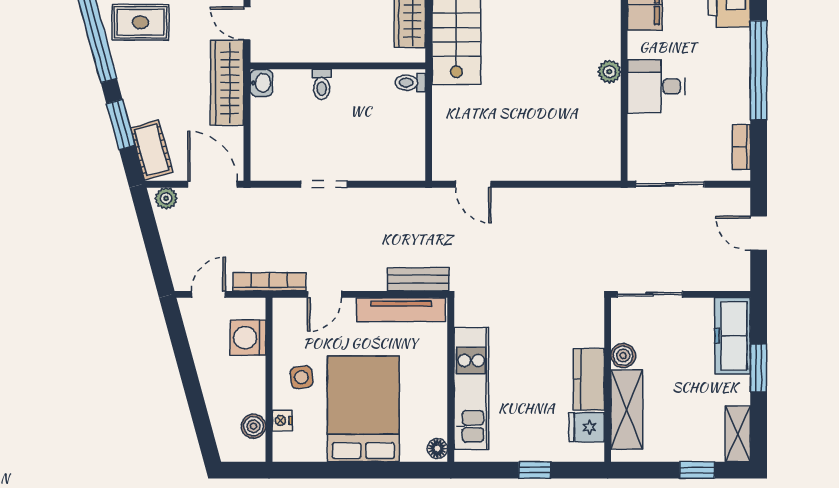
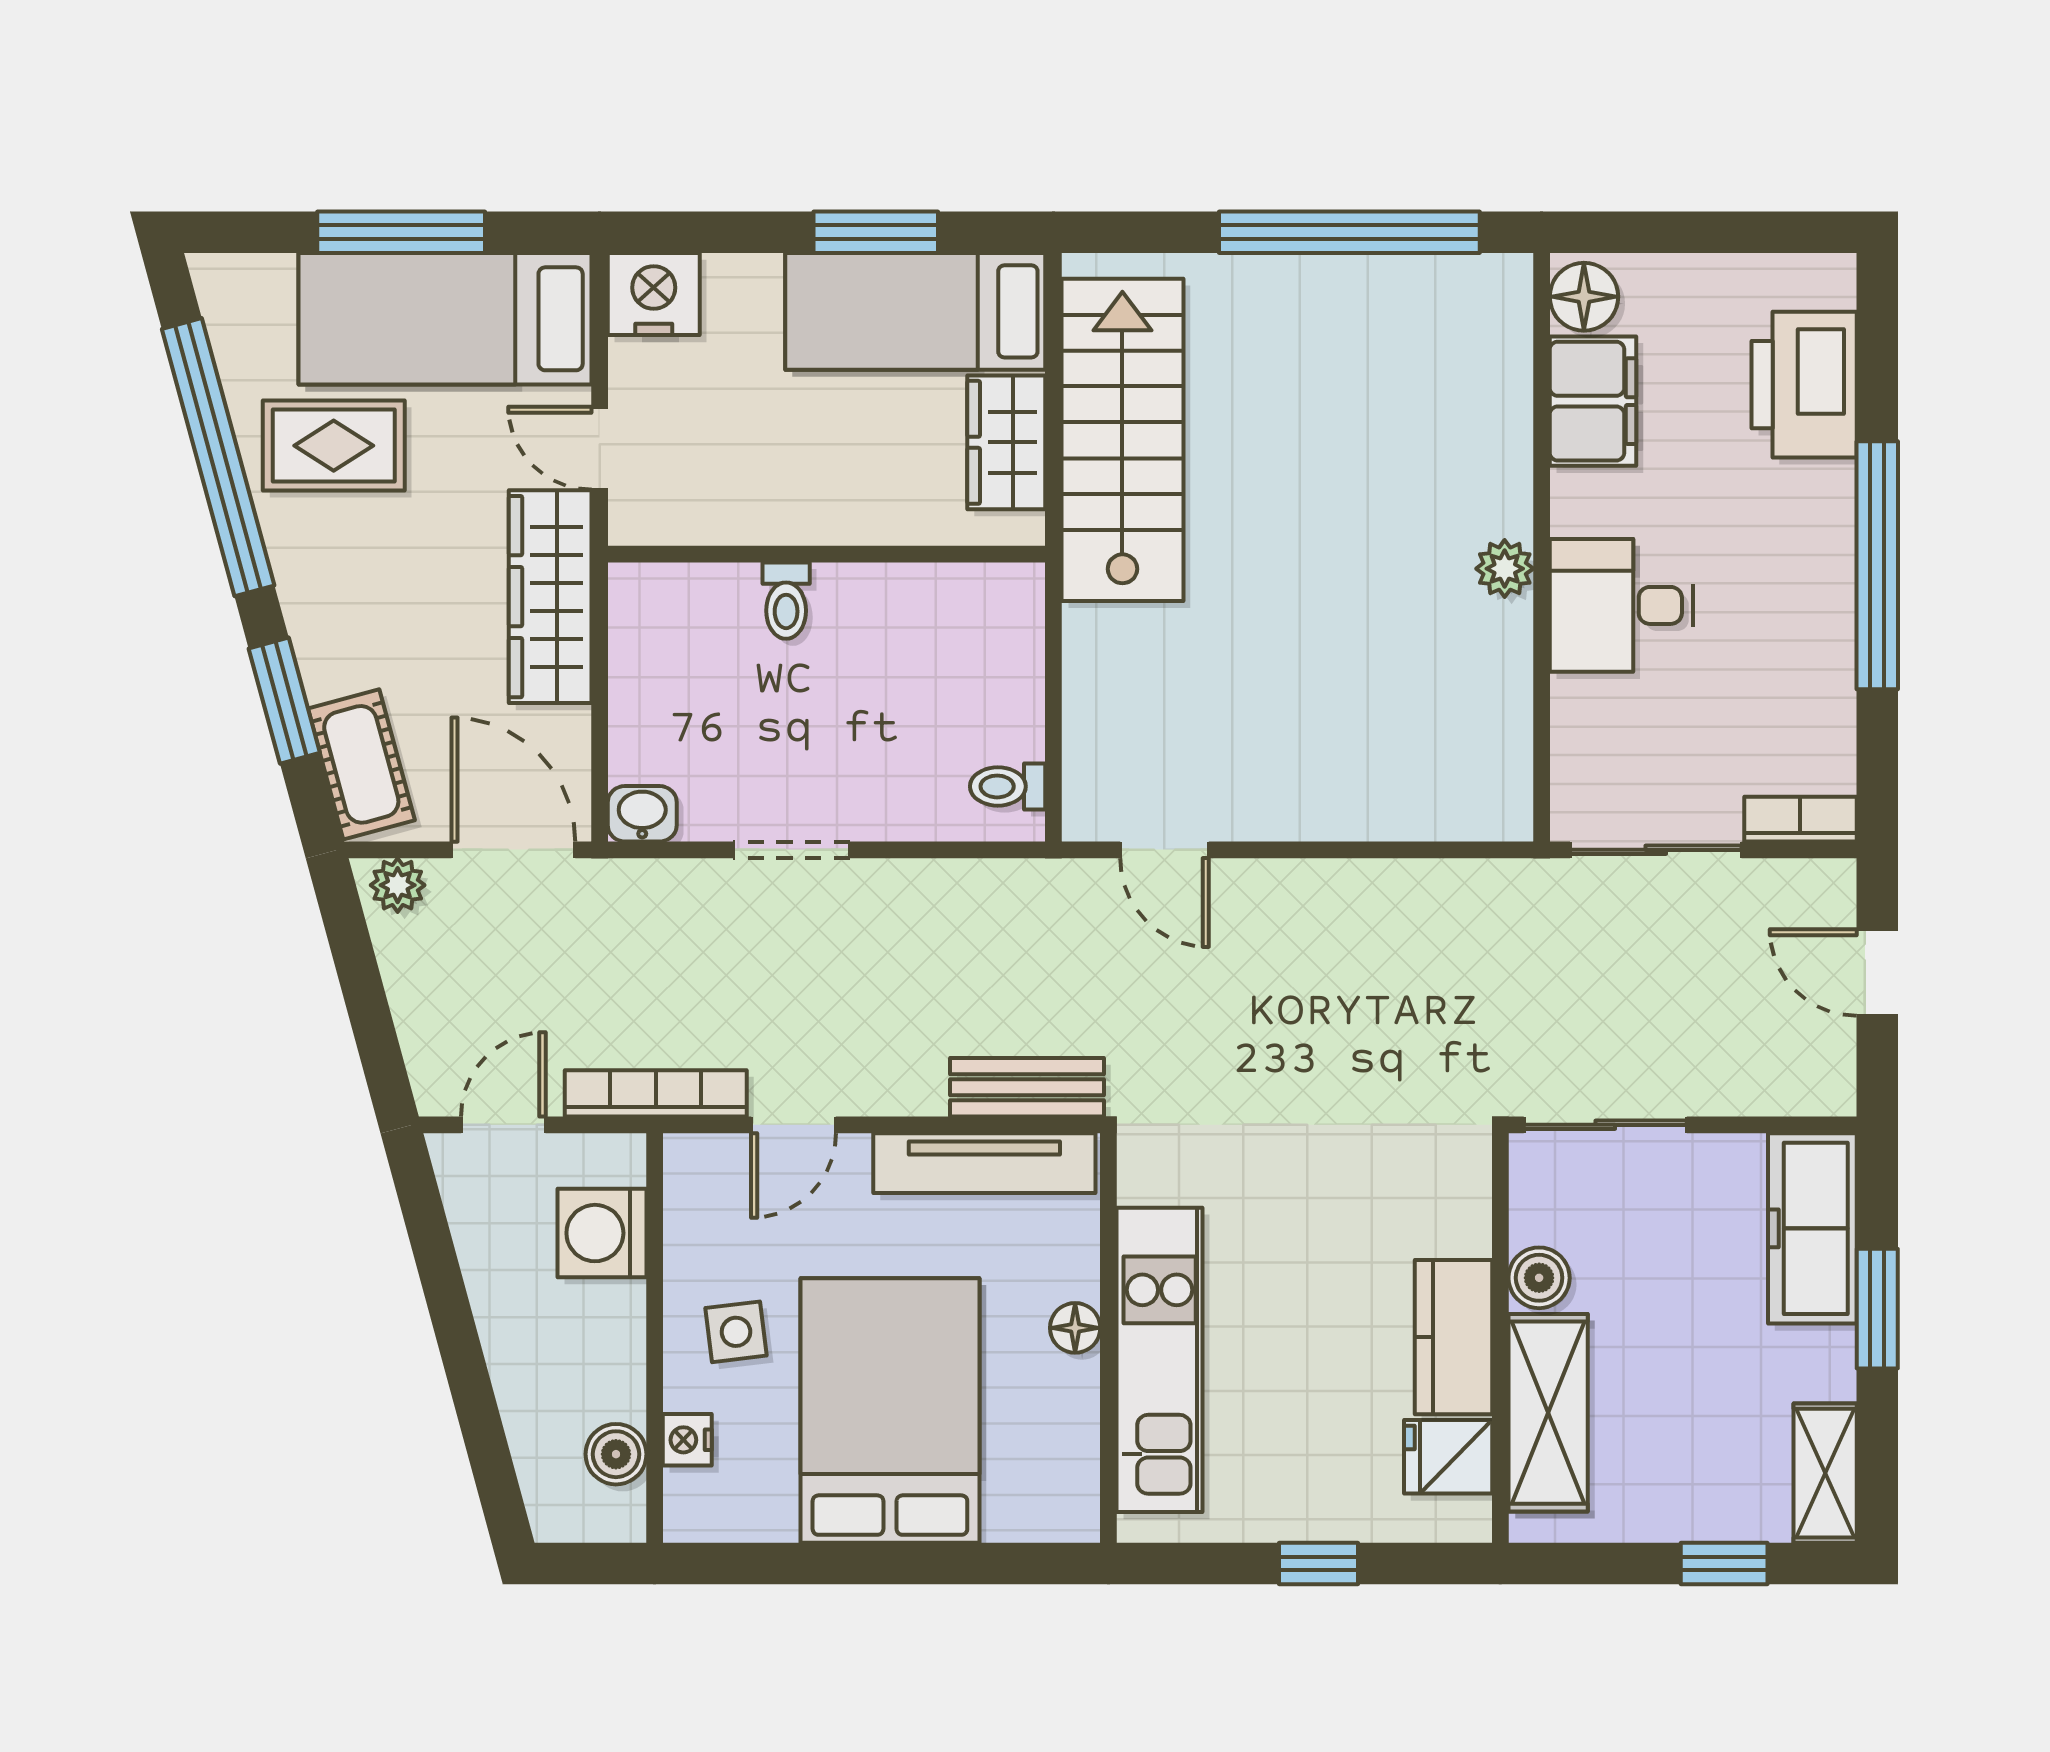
washbasin: (261, 83) -> (642, 814), moved, turned -90
toilet: (410, 83) -> (1008, 786), moved
bookcase: (741, 147) -> (1800, 819), moved, turned 90
floor lamp: (437, 448) -> (1075, 1328), moved

